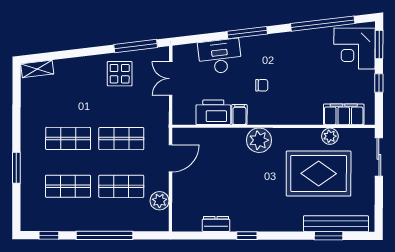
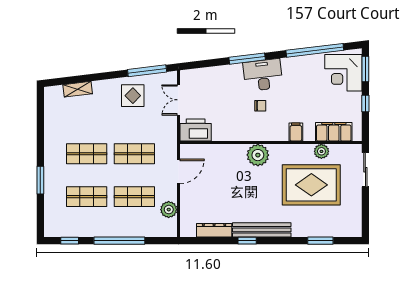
desk: (220, 56) -> (263, 75), moved
shelving: (37, 69) -> (78, 89), moved
printer: (213, 112) -> (196, 130), moved
filing cabinet: (239, 115) -> (296, 132), moved
dresser: (216, 224) -> (214, 230), width x1.44
bench: (336, 224) -> (262, 230), moved

